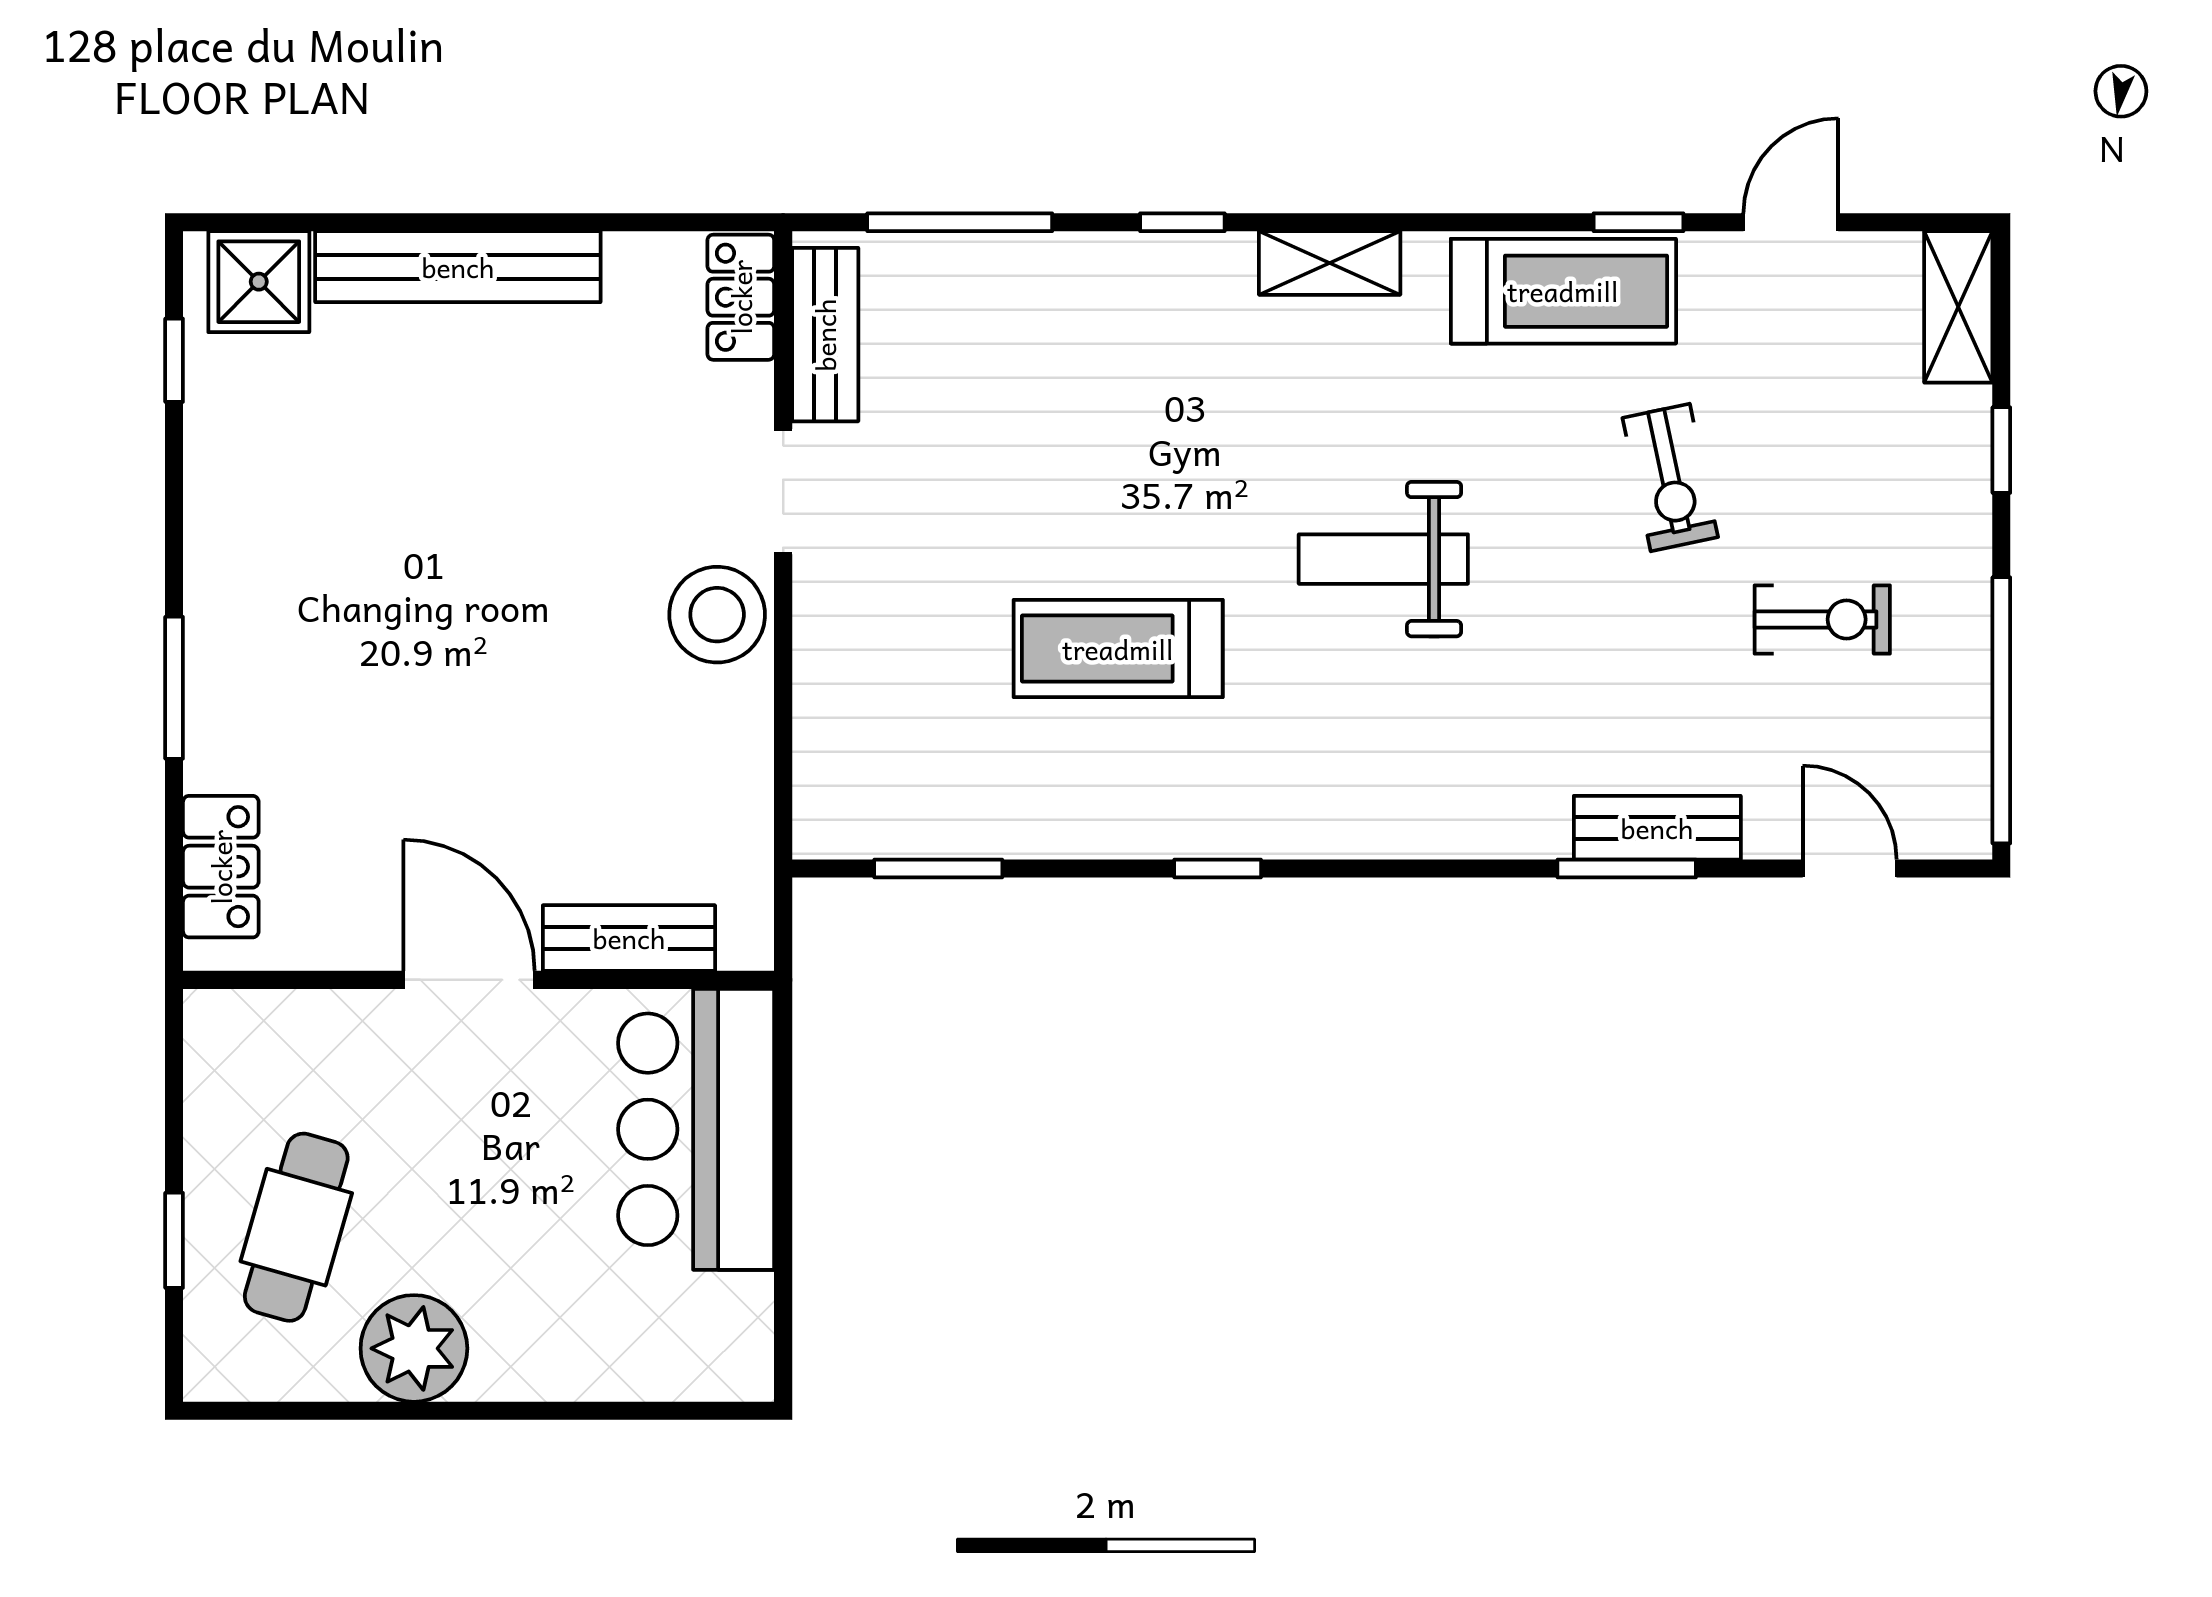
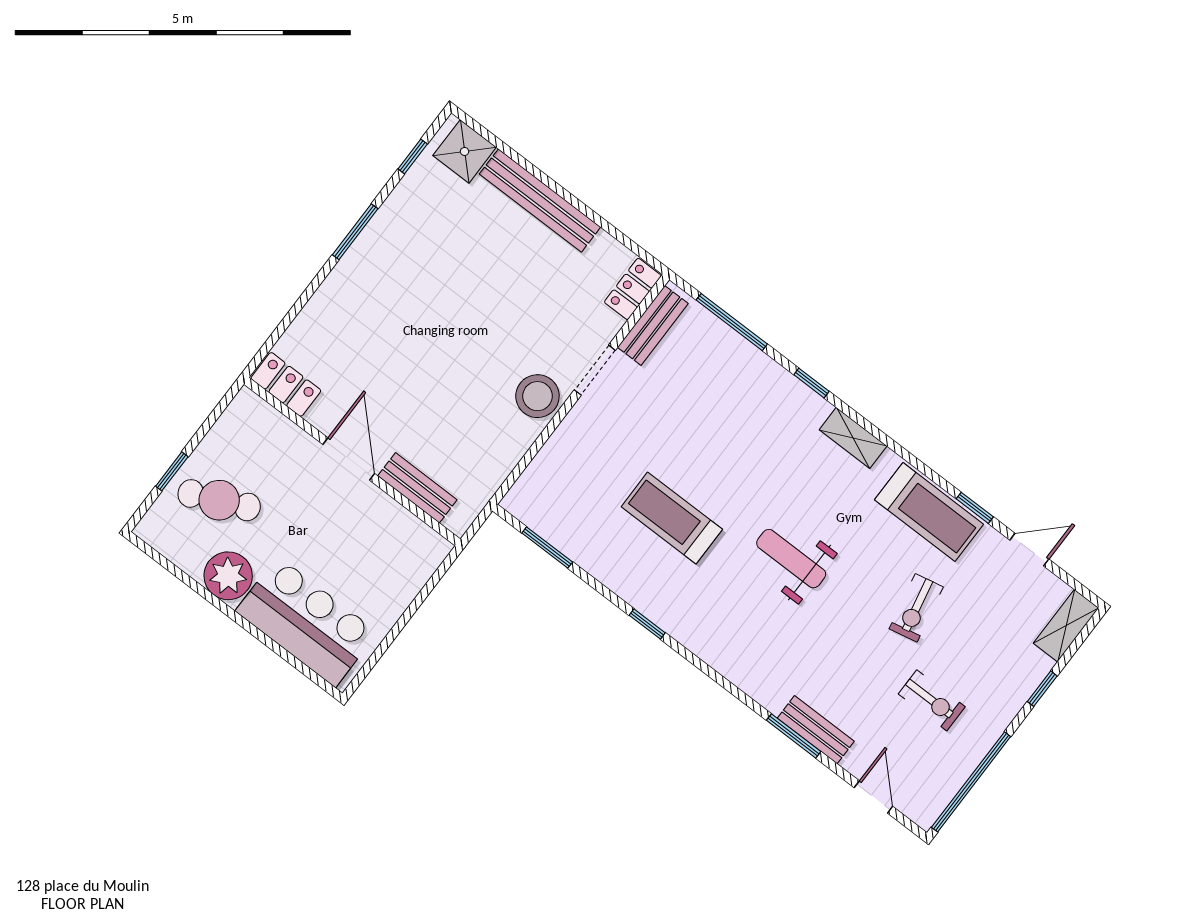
window: (174, 688) -> (355, 232), moved
locker: (221, 867) -> (286, 384), moved, turned -90
bar counter: (696, 1129) -> (306, 622), moved, turned 90
cafe table: (296, 1227) -> (219, 500), turned 50

